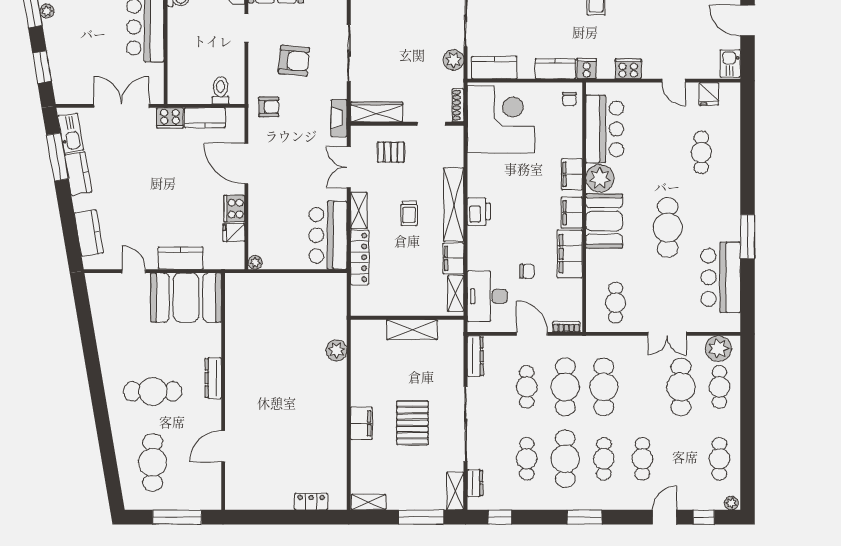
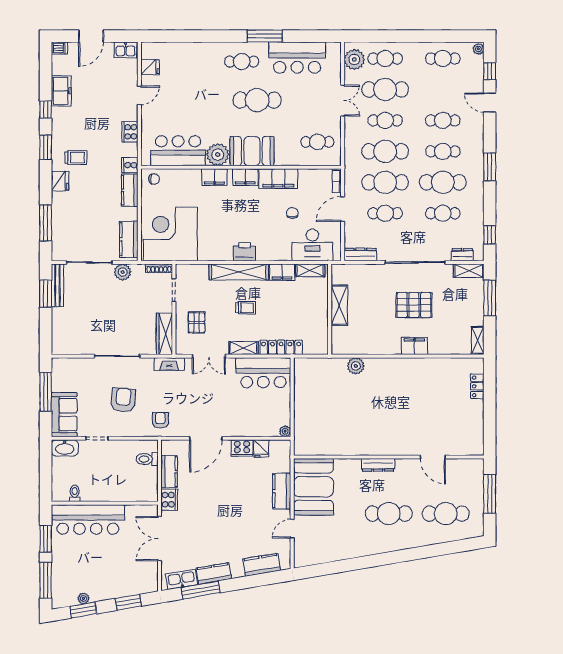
cafe table: (701, 152) -> (242, 62), moved
cafe table: (642, 387) -> (385, 120), added
cafe table: (153, 391) -> (389, 514), turned 90

